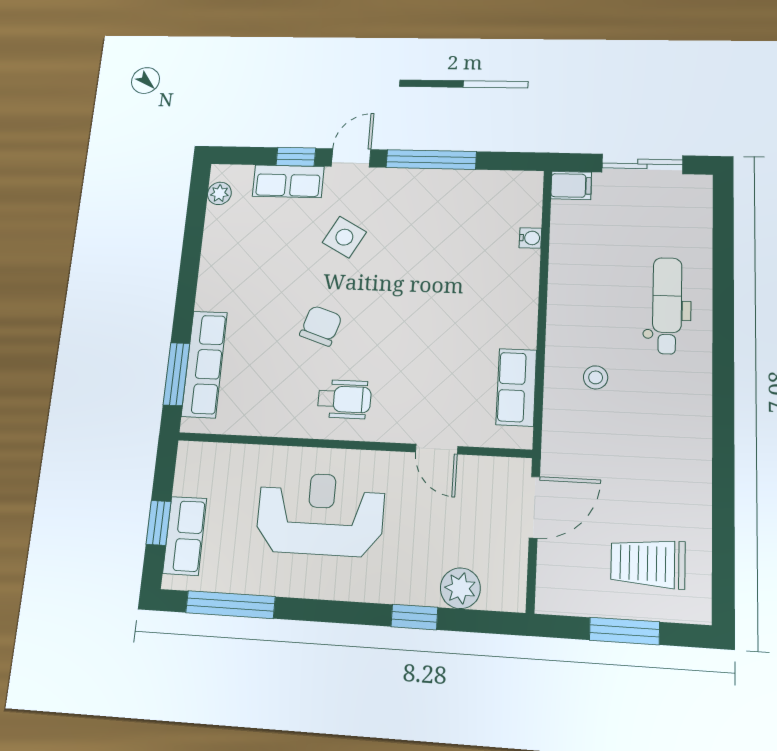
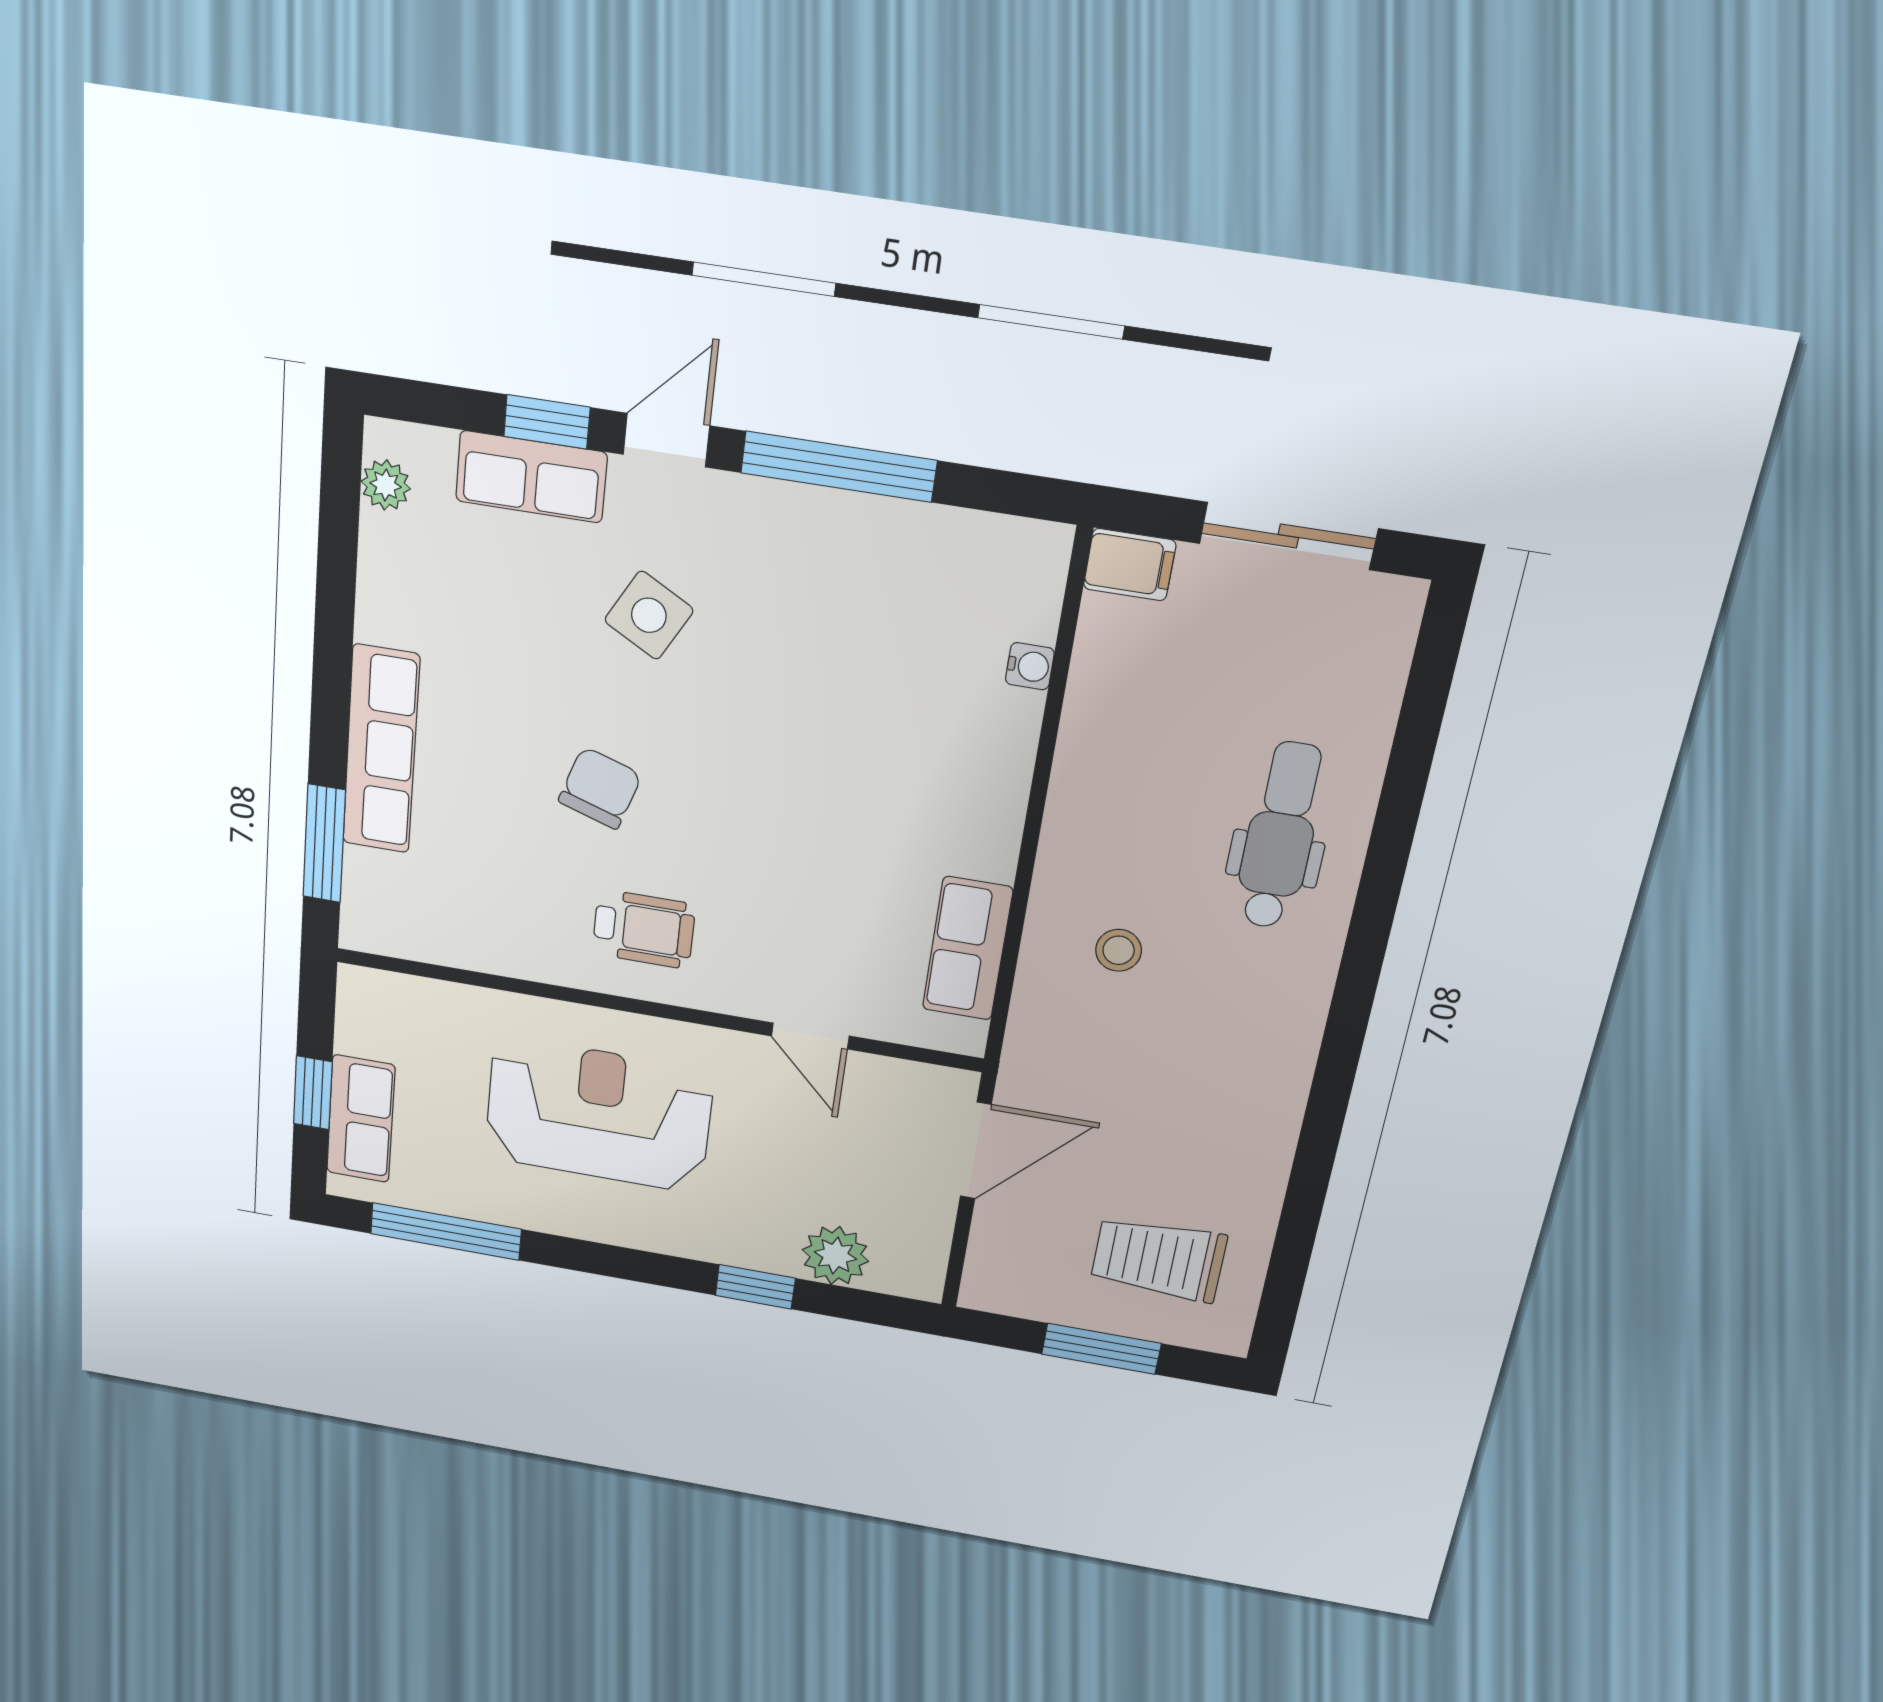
row of seats: (204, 364) -> (381, 750), moved

